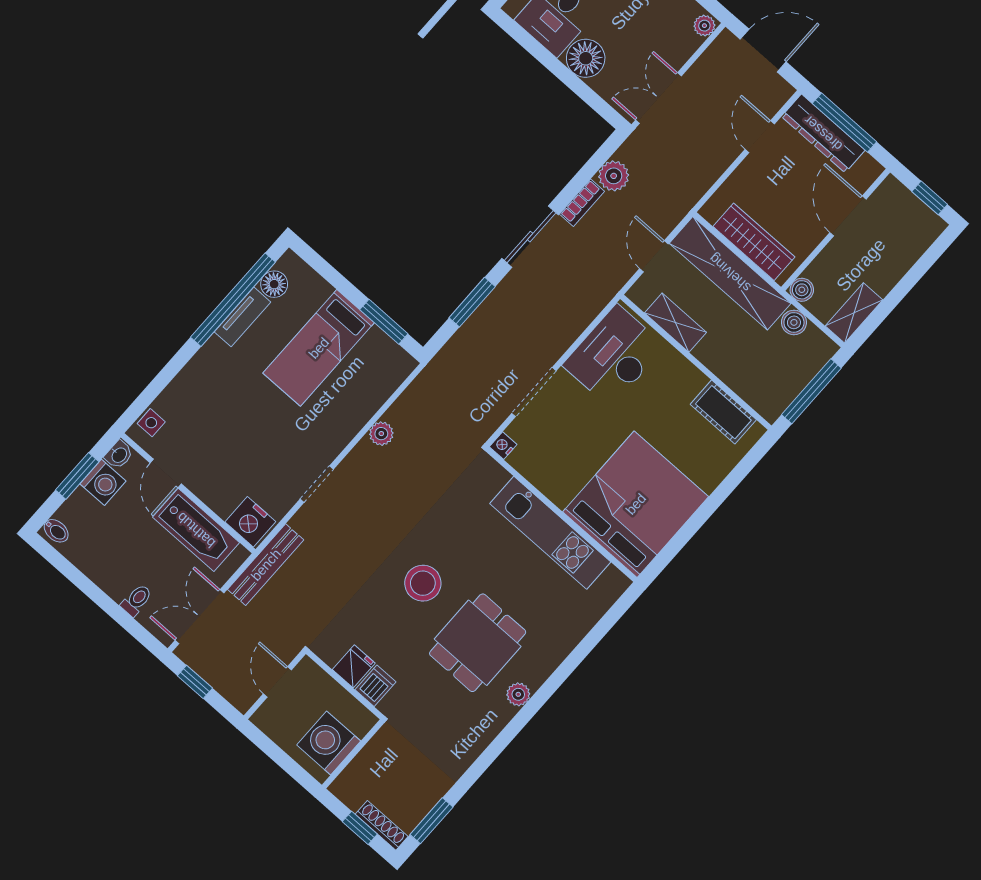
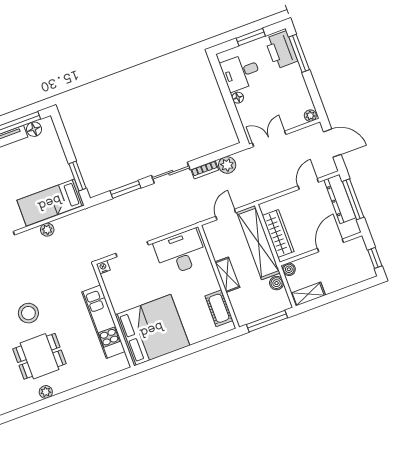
floor lamp: (586, 58) -> (238, 98), width x0.53, depth x0.53
shelving: (675, 323) -> (227, 275), moved
bed: (319, 348) -> (50, 203), moved

